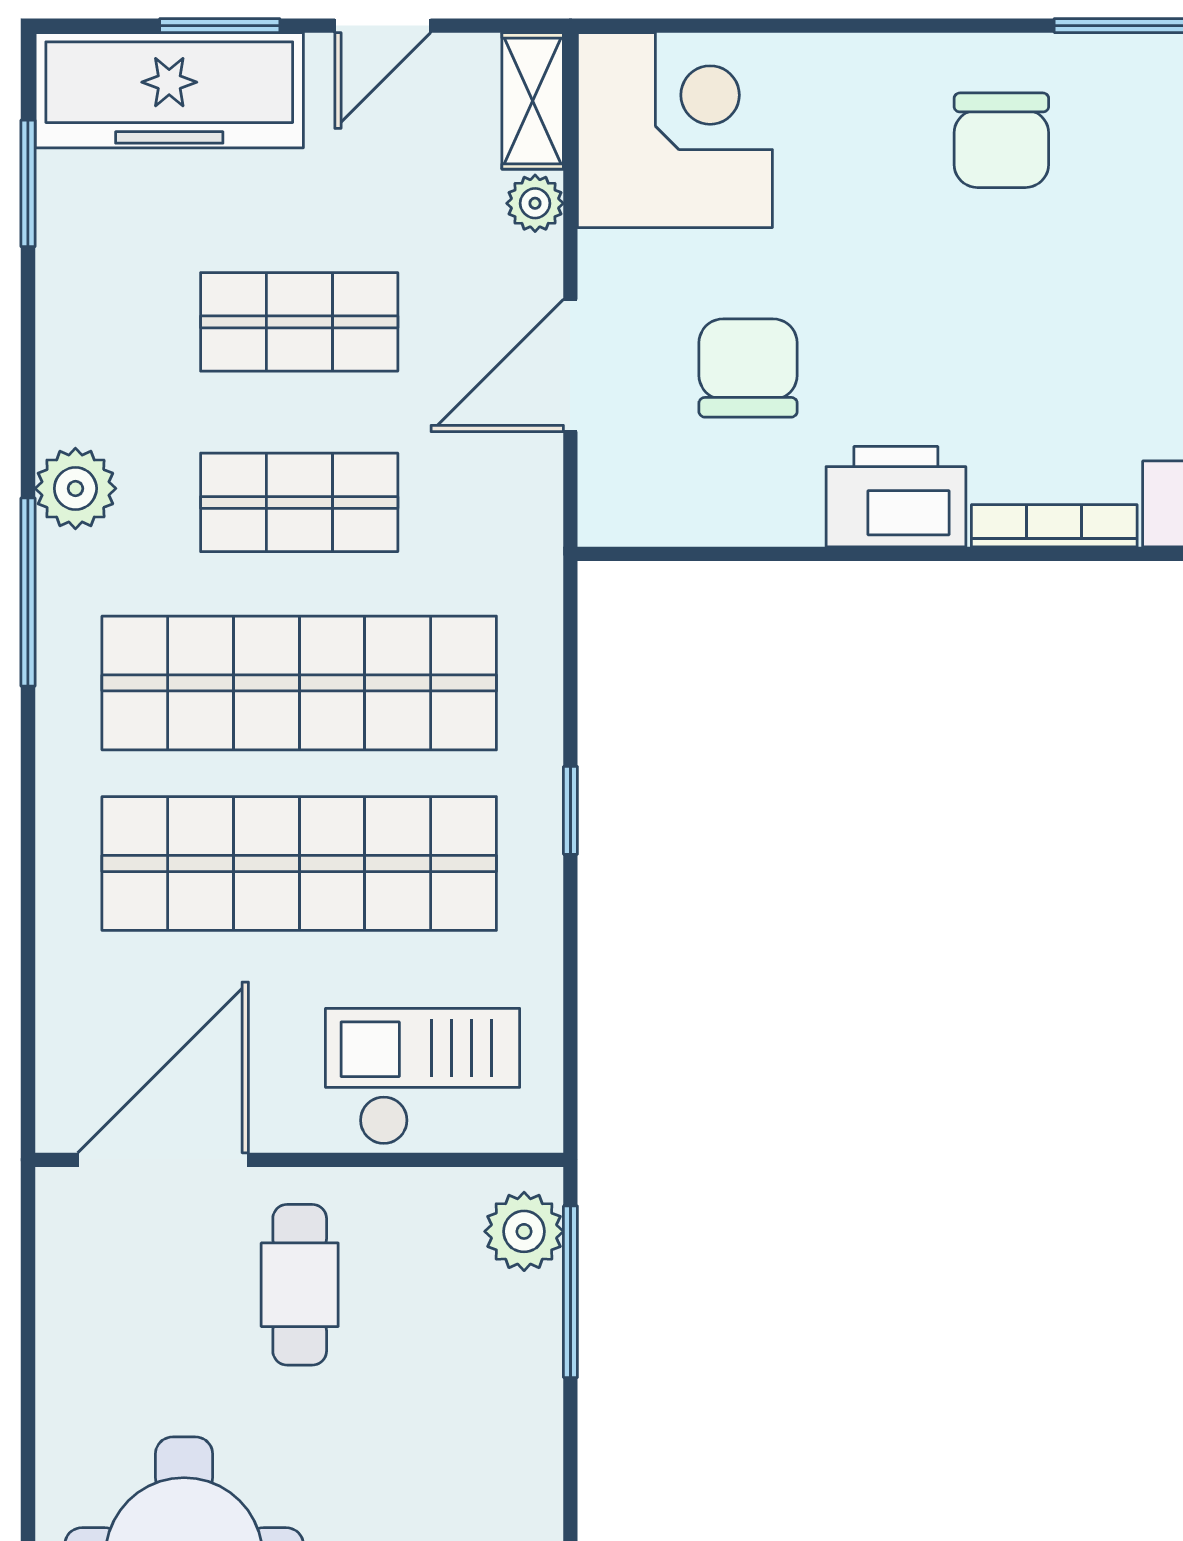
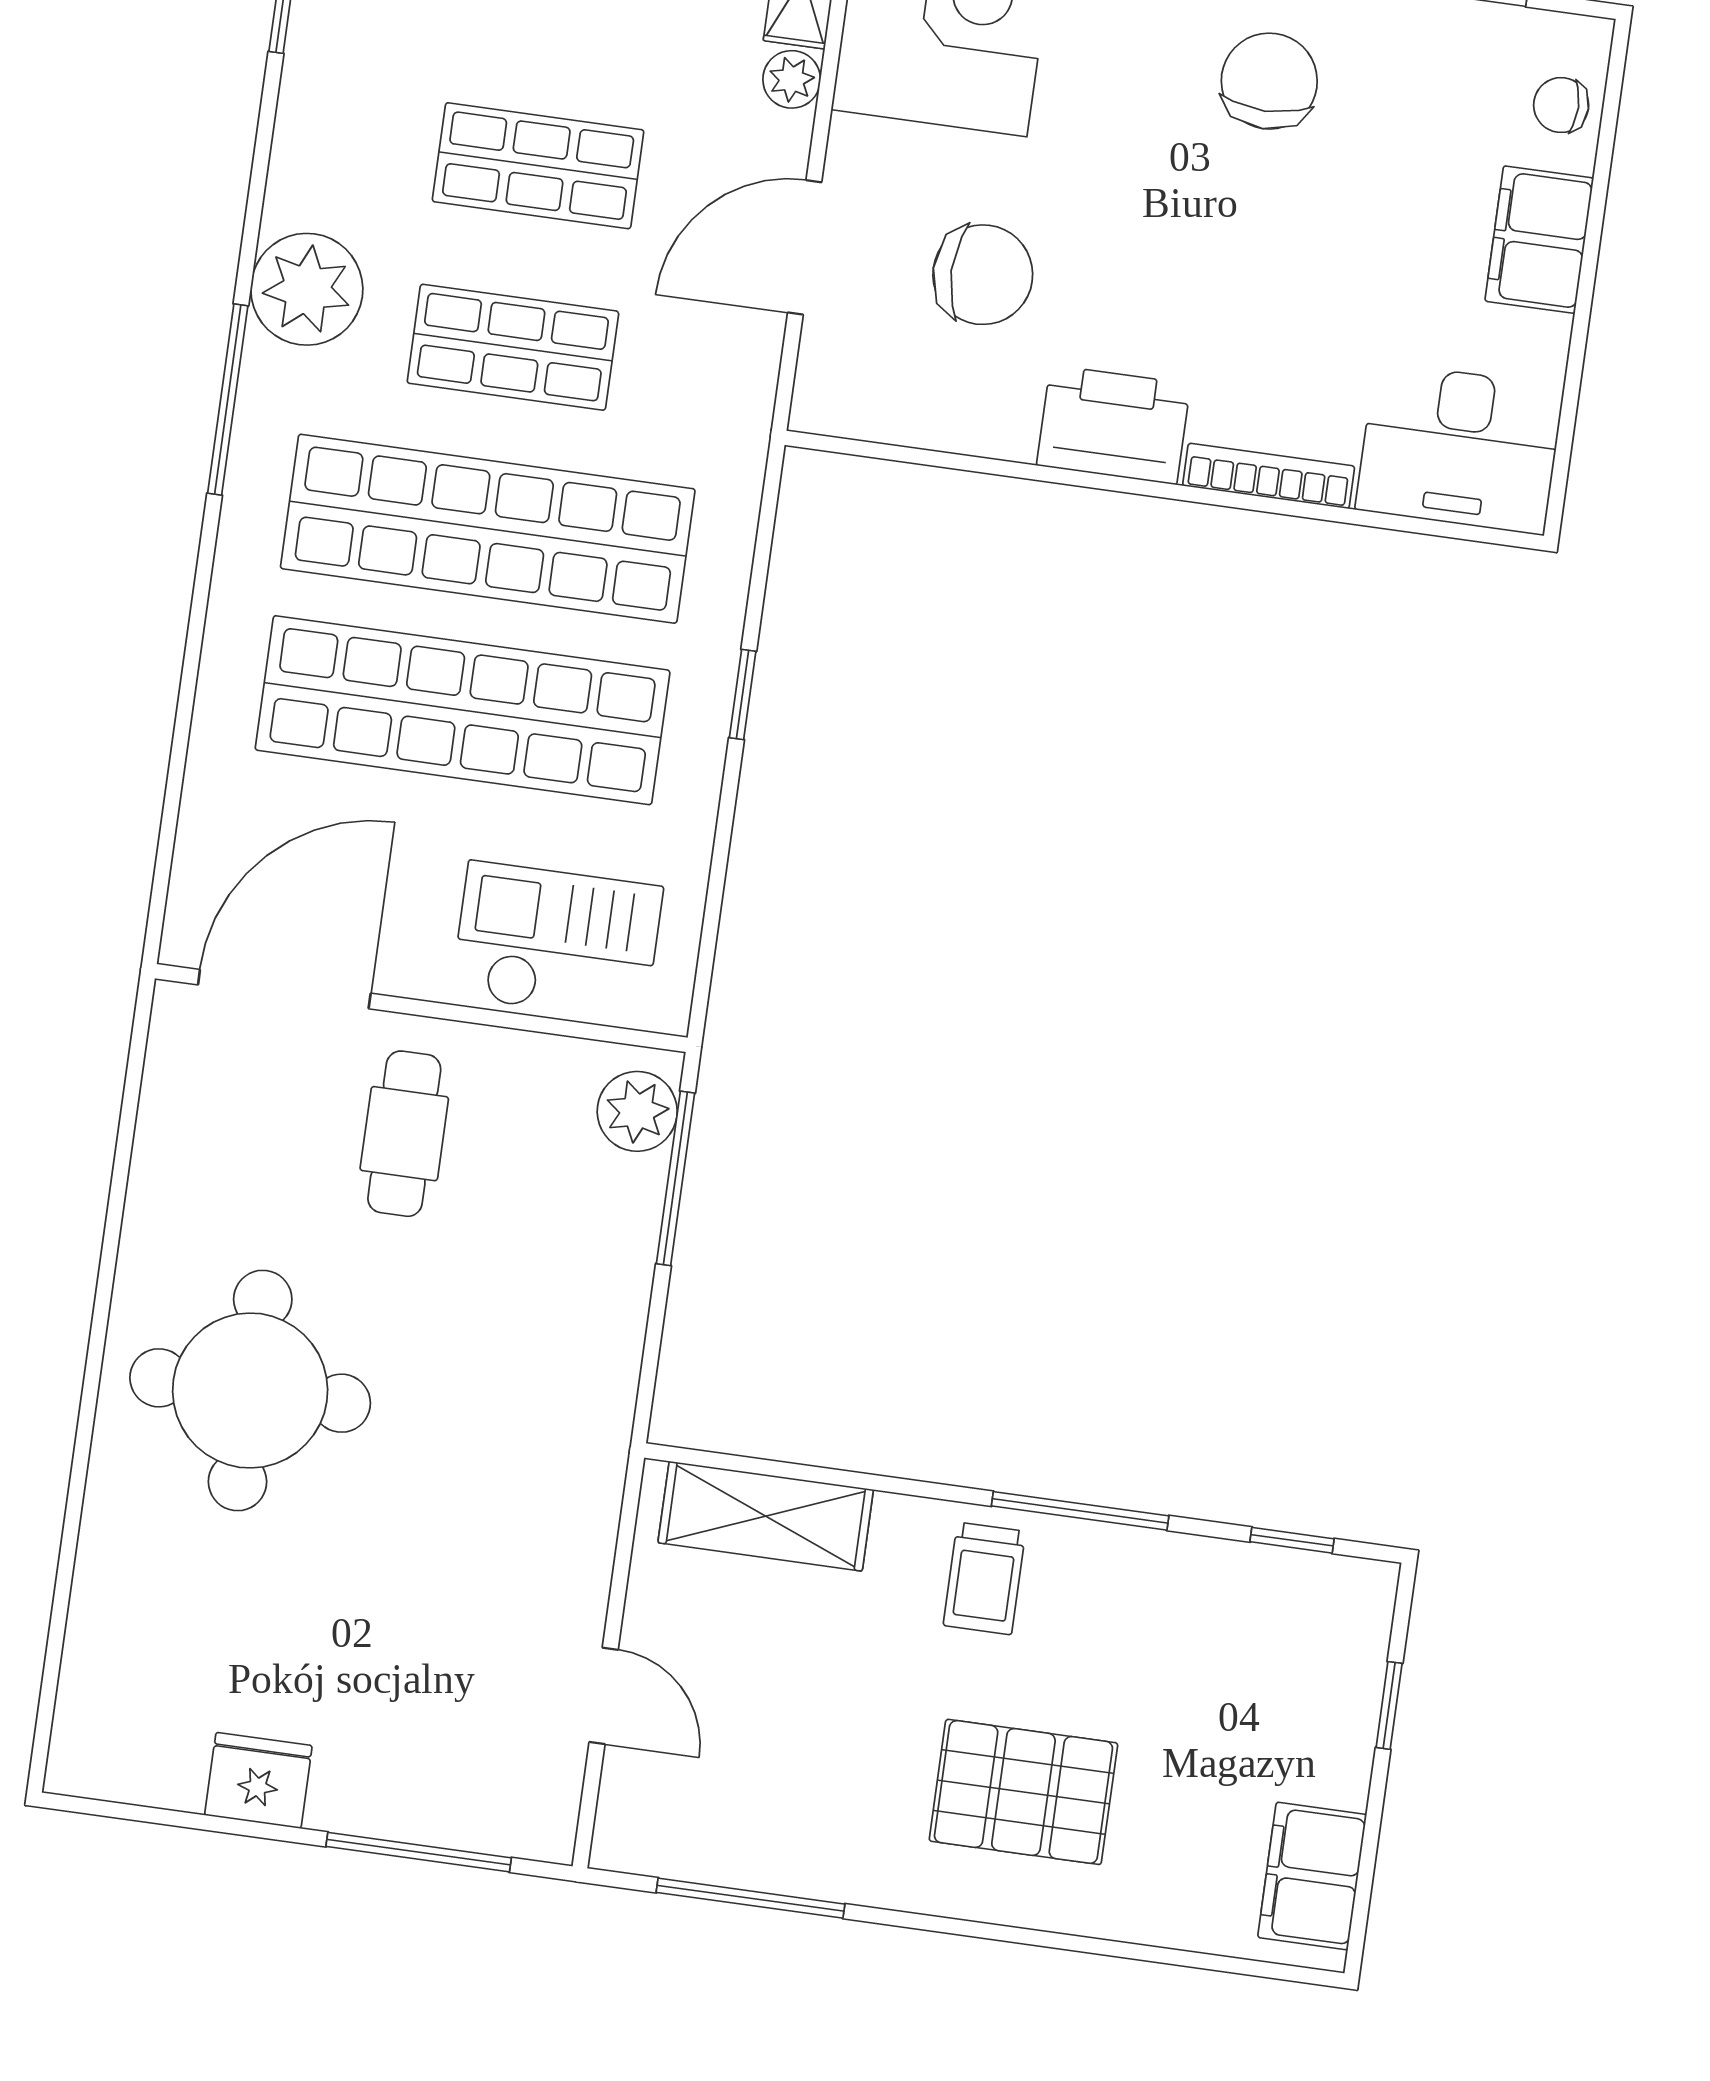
chair: (1001, 140) -> (1269, 81), turned 180
chair: (748, 368) -> (983, 275), turned 90
plant: (75, 488) -> (307, 289), width x1.36, depth x1.36

